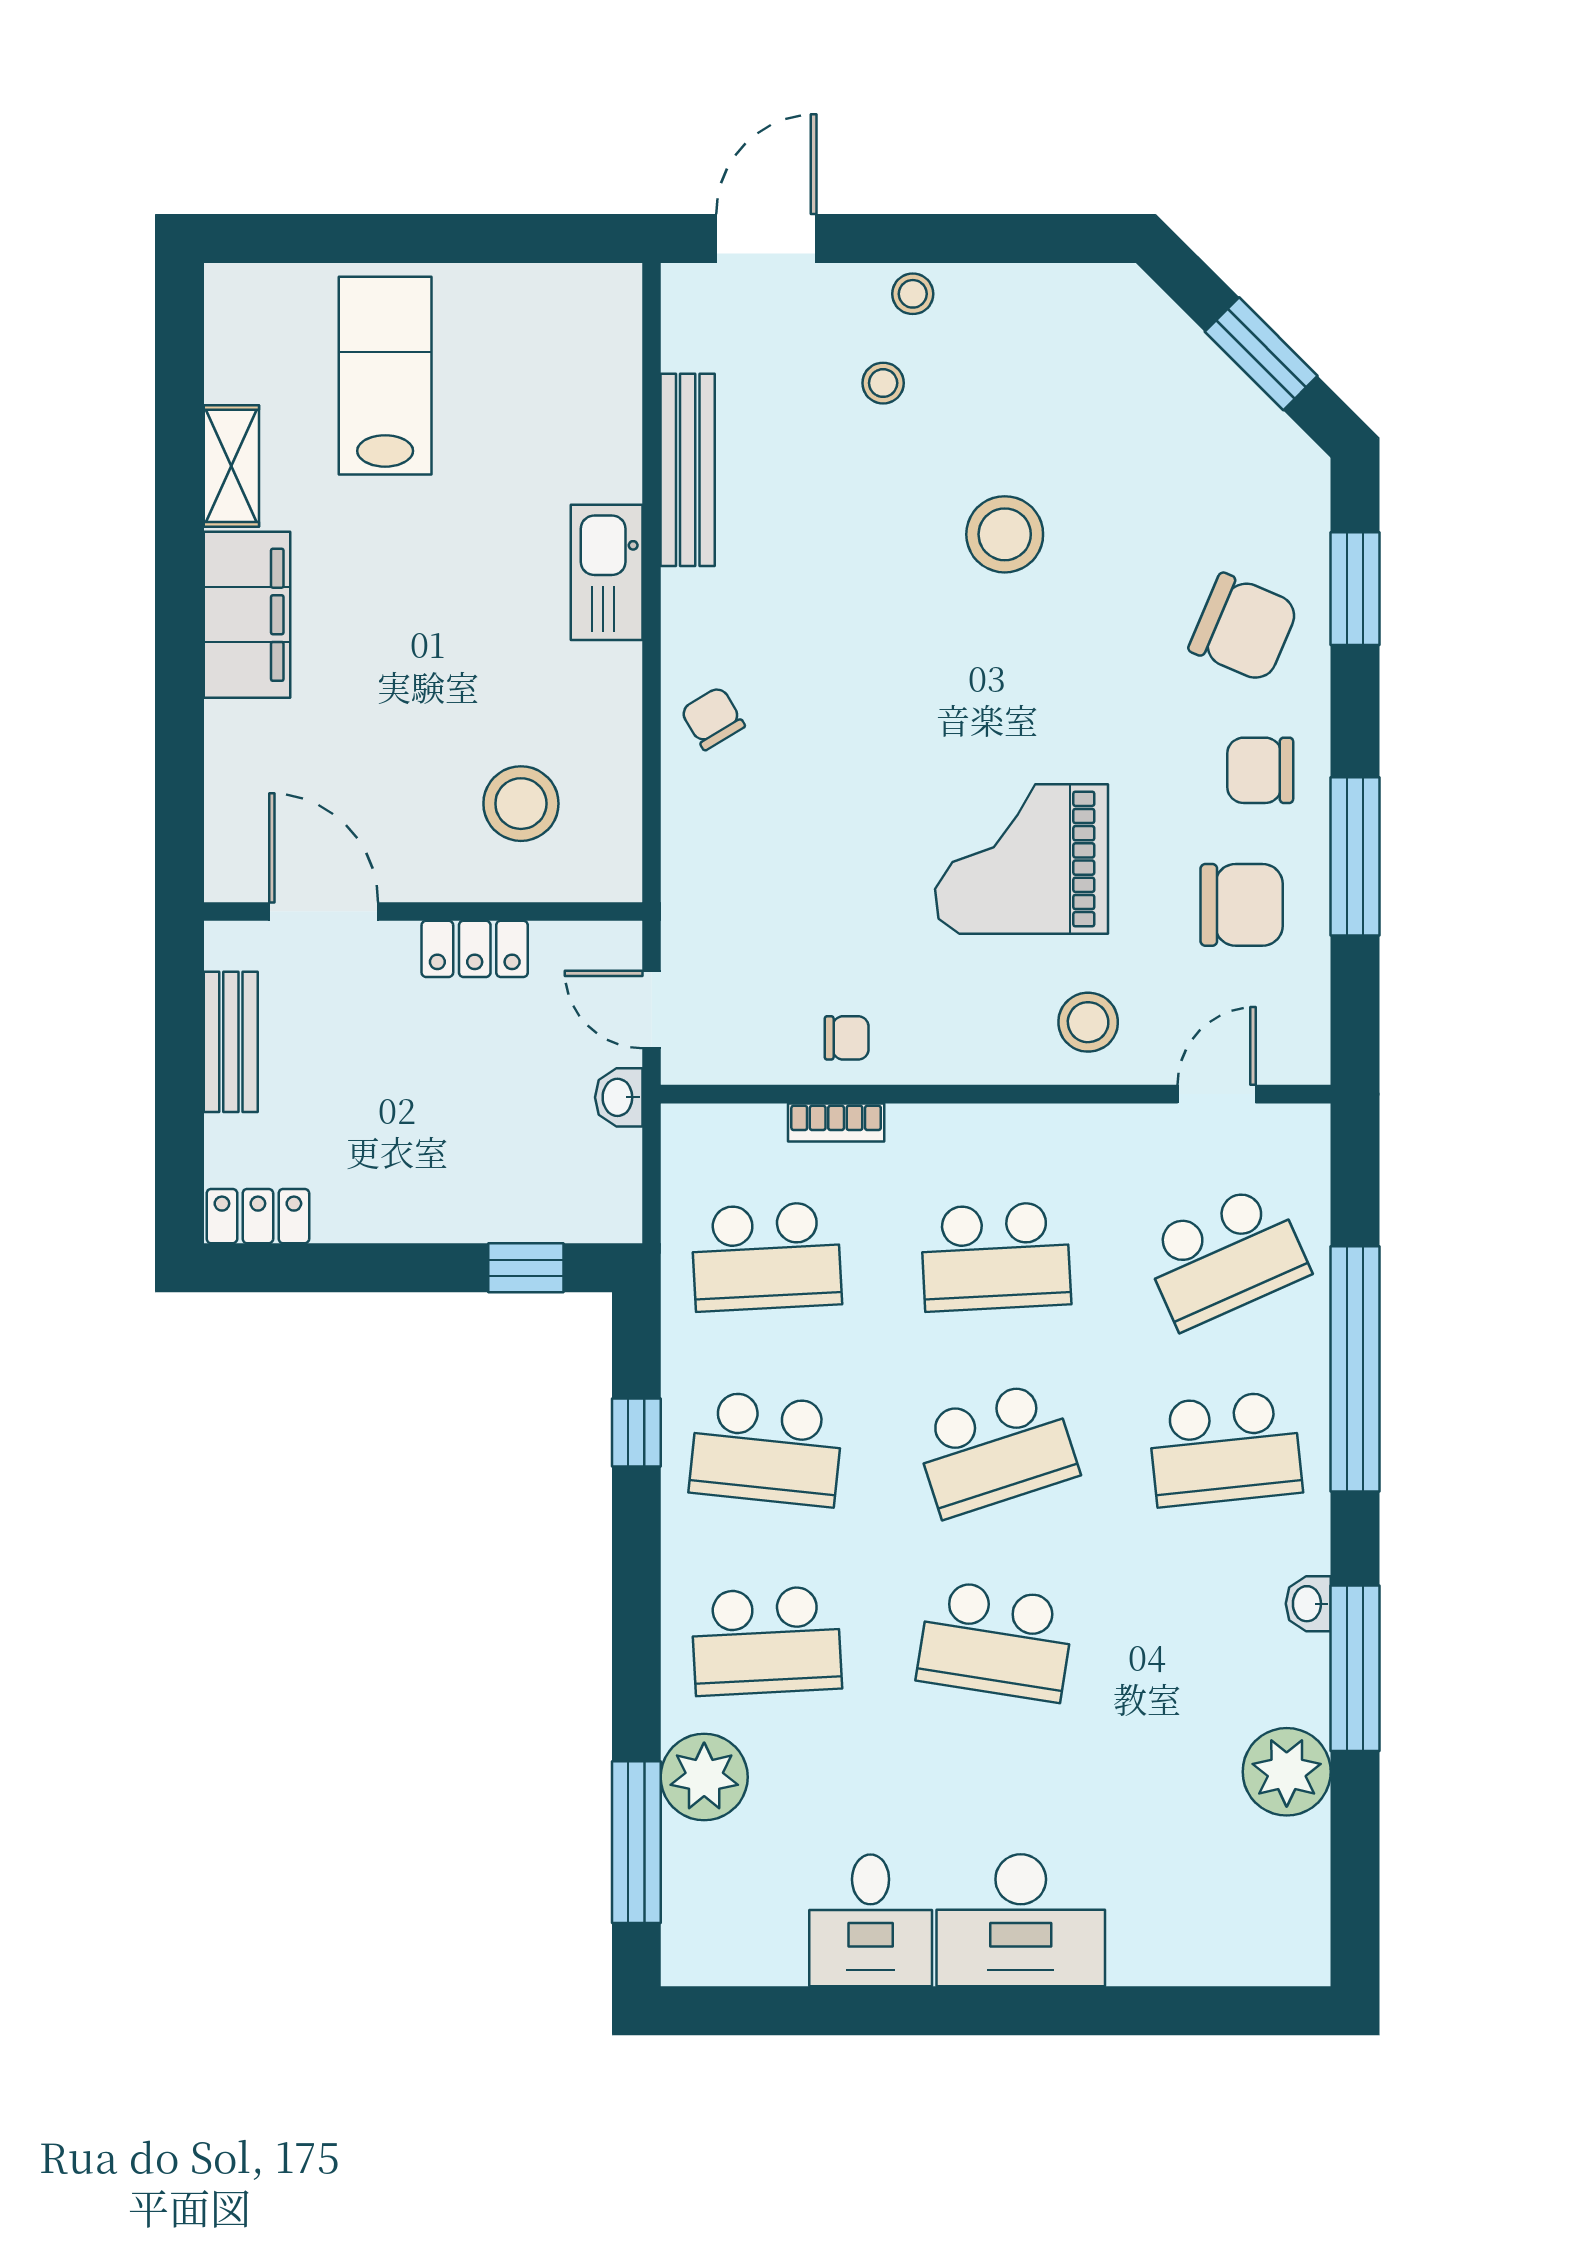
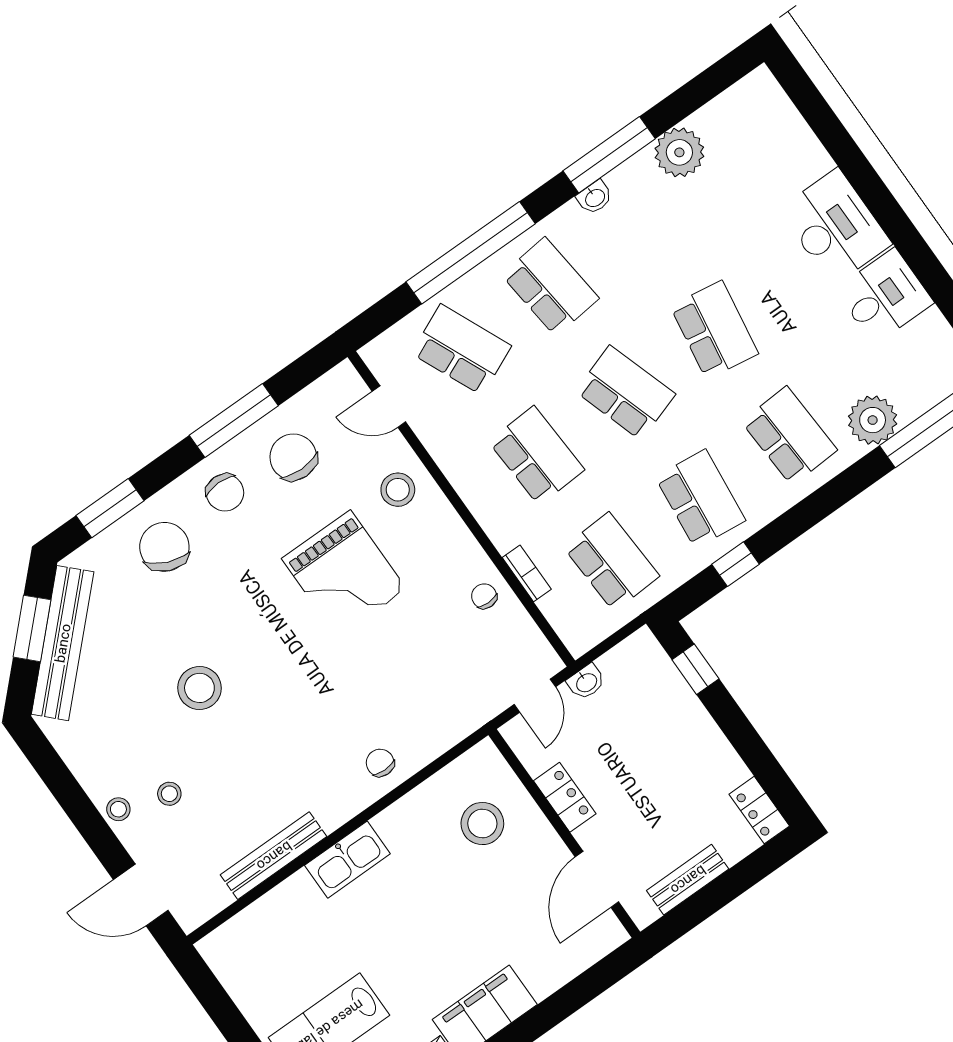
bench: (1209, 383) -> (63, 643), added
chair: (713, 718) -> (380, 763), turned 121

